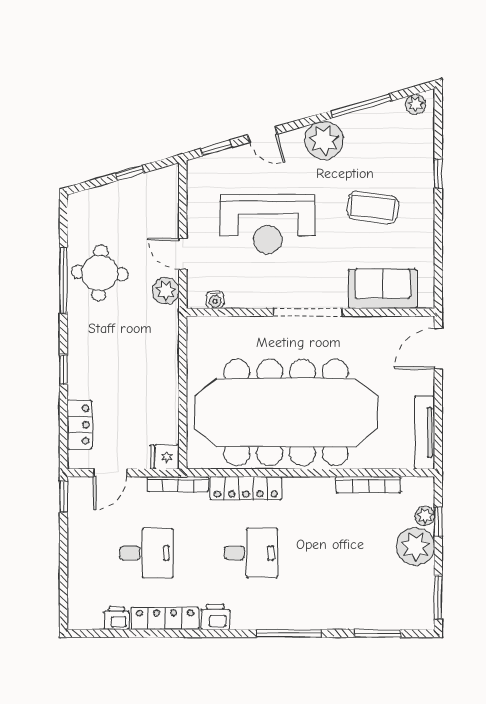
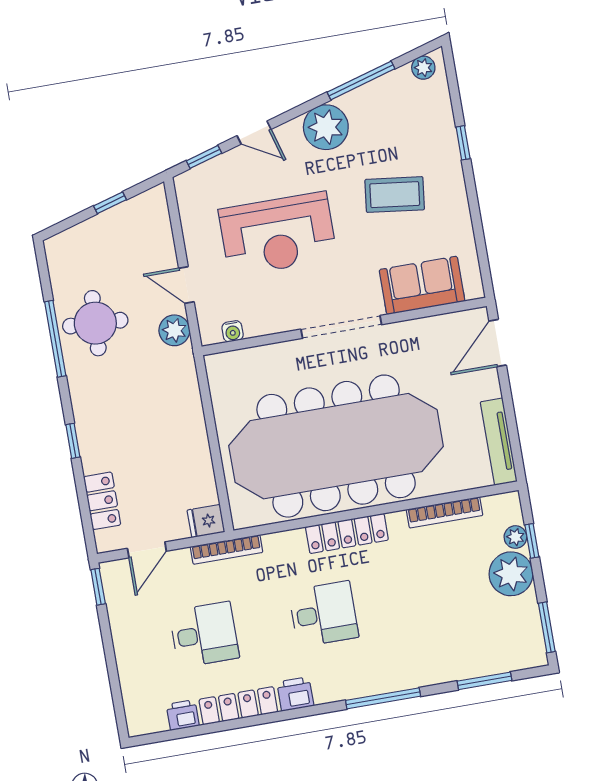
locker: (246, 488) -> (347, 533), moved

